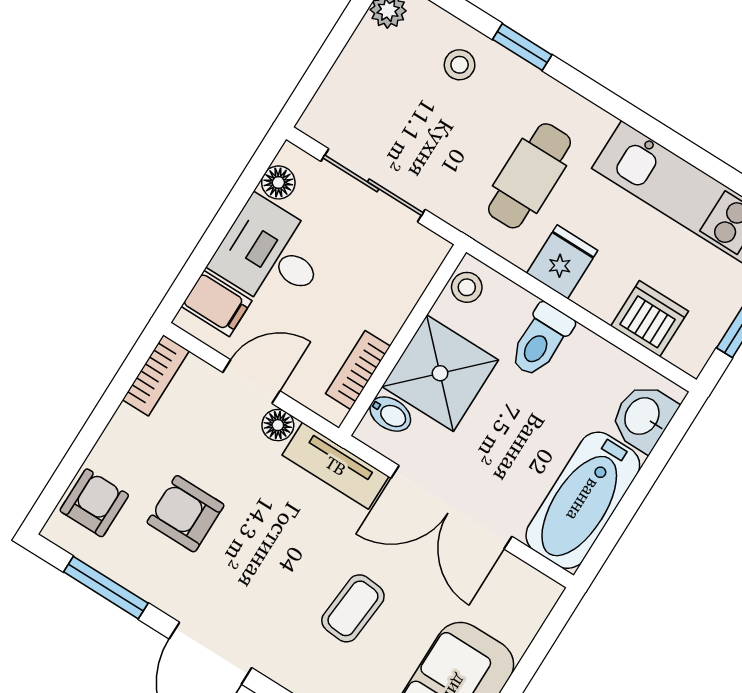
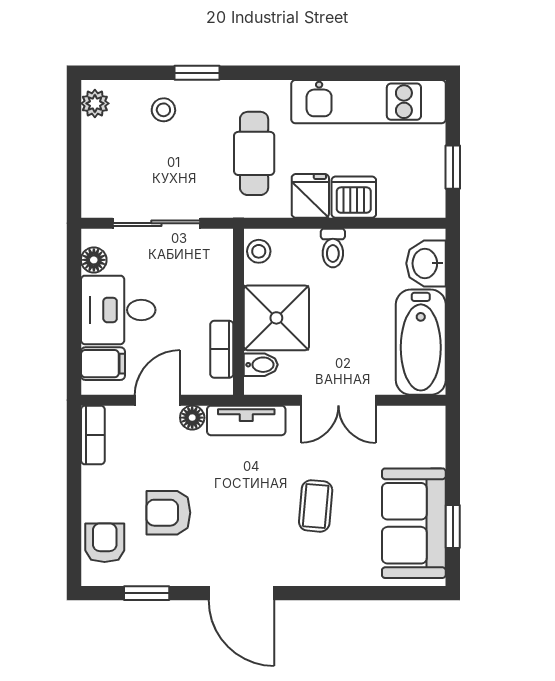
dishwasher: (650, 319) -> (354, 197), moved
toilet: (541, 340) -> (333, 248), width x0.73, depth x0.72
double door: (452, 507) -> (338, 400), width x0.73
window: (106, 588) -> (147, 593), width x0.67

